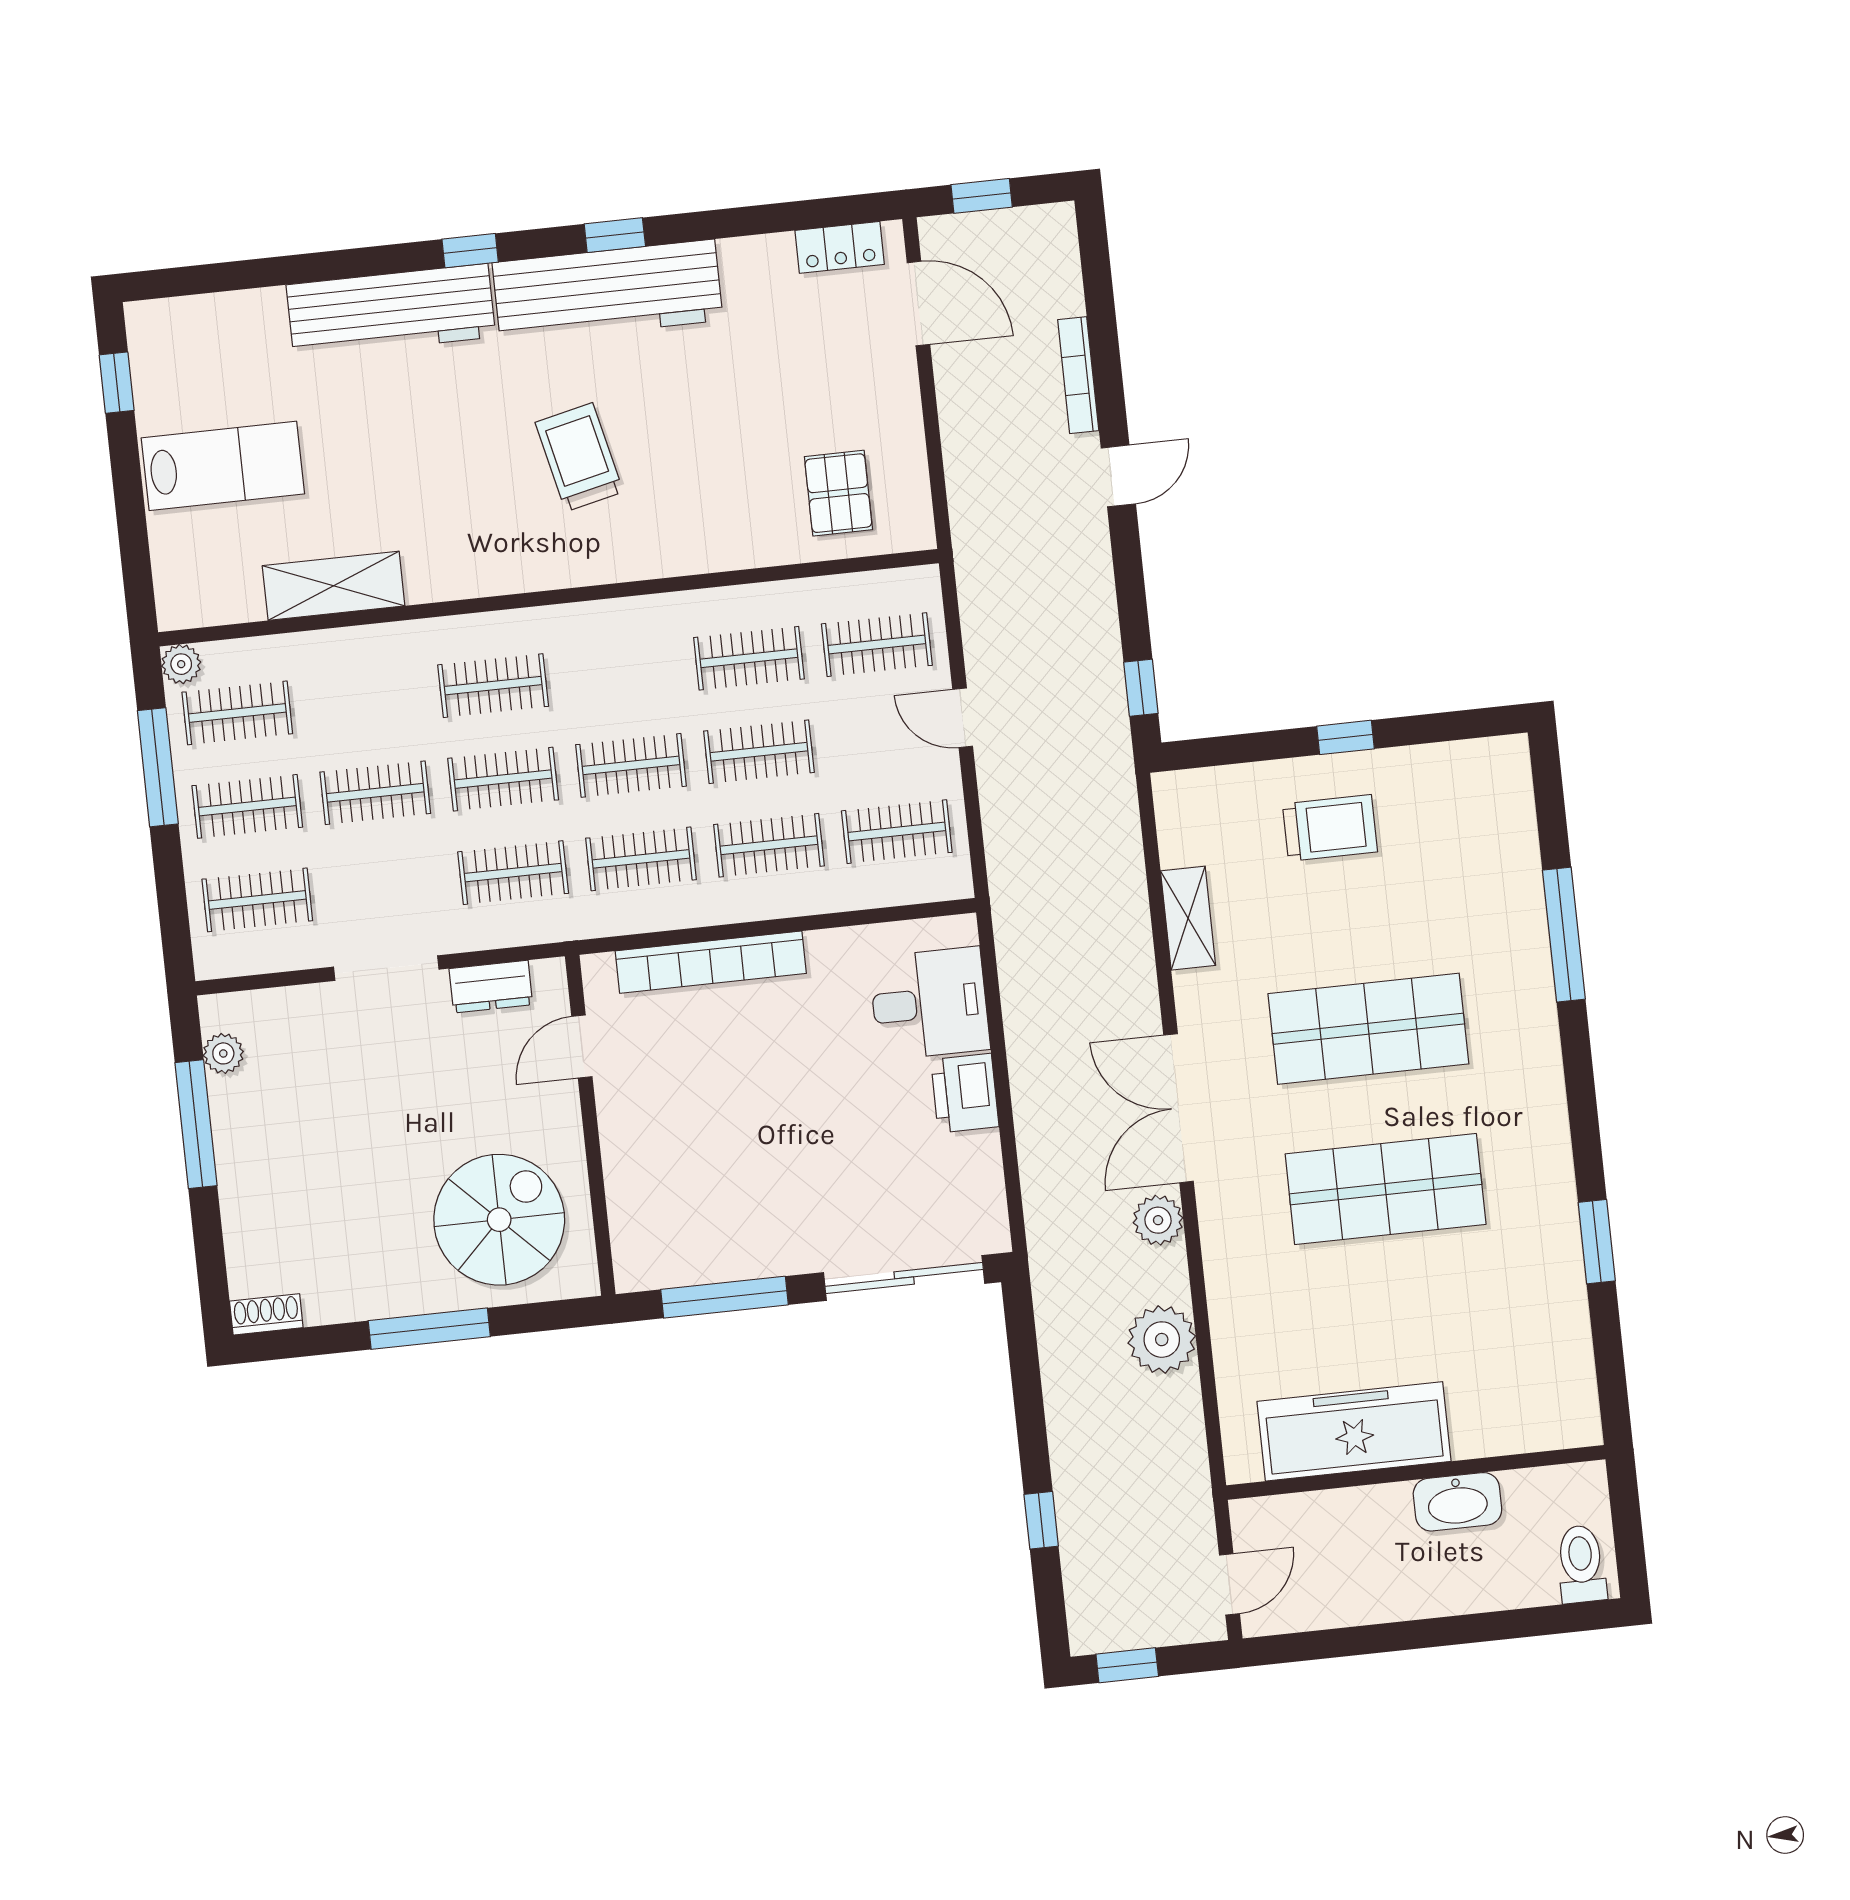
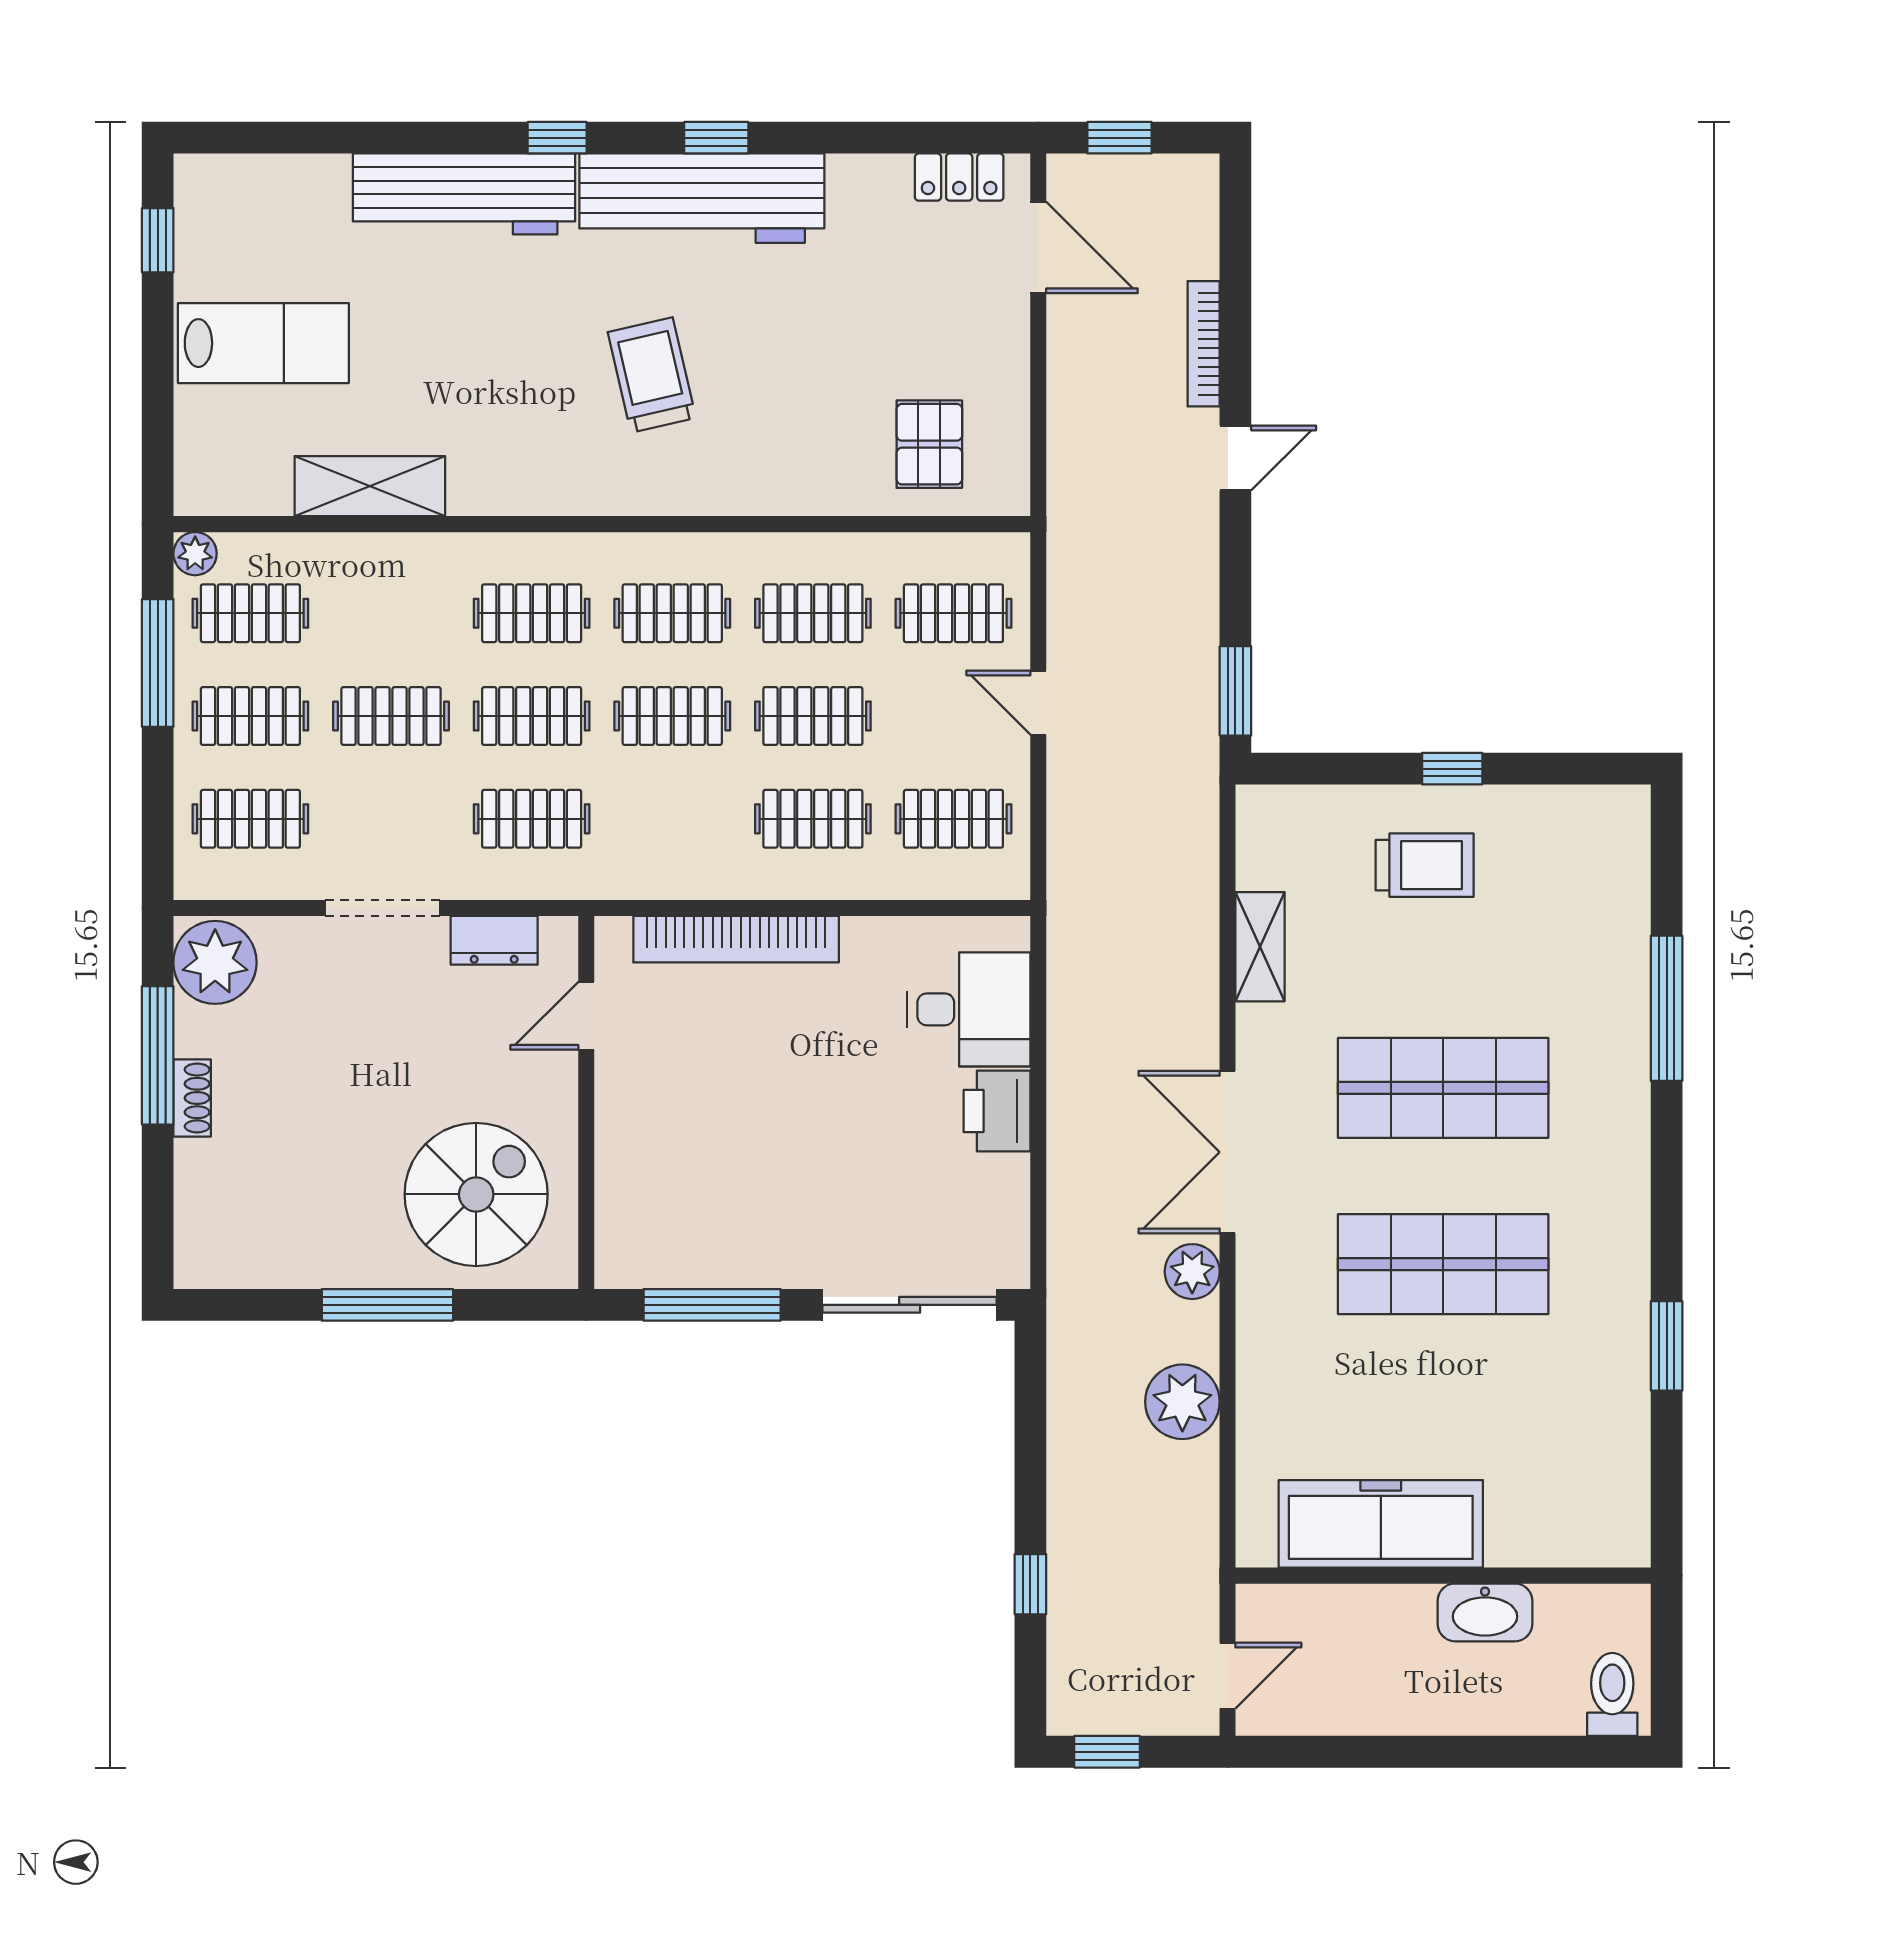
window: (1141, 688) -> (1235, 691), width x1.50
clothes rail: (641, 859) -> (672, 613), moved
plant: (223, 1053) -> (215, 962), width x1.88, depth x1.88
shoe rack: (266, 1314) -> (192, 1098), moved, turned 90

